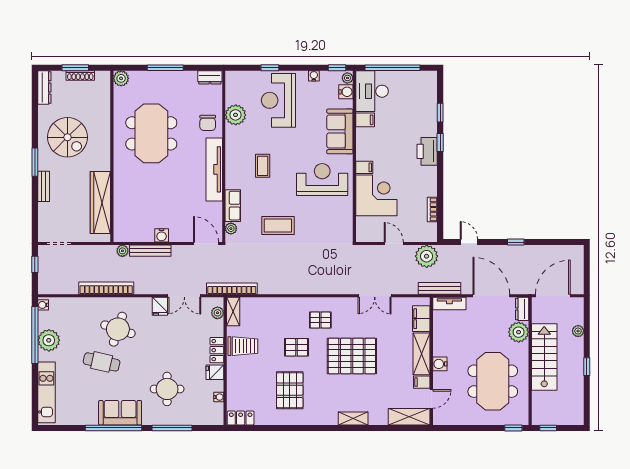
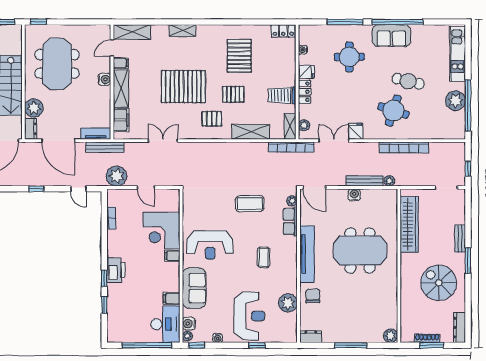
meeting table: (151, 133) -> (360, 250), moved, turned 90
water cooler: (43, 305) -> (461, 132), removed
shelving: (277, 306) -> (251, 132), added

